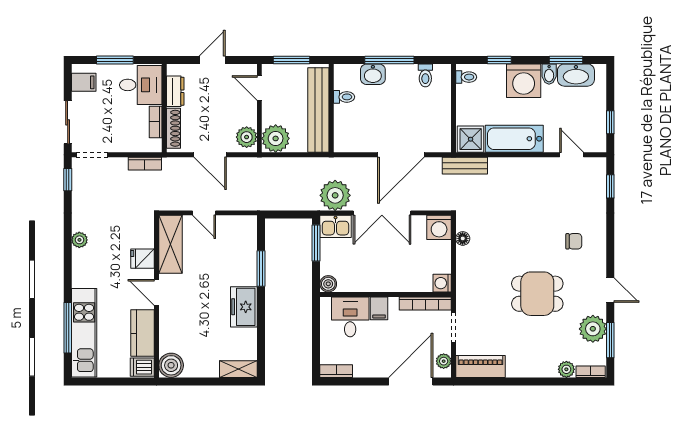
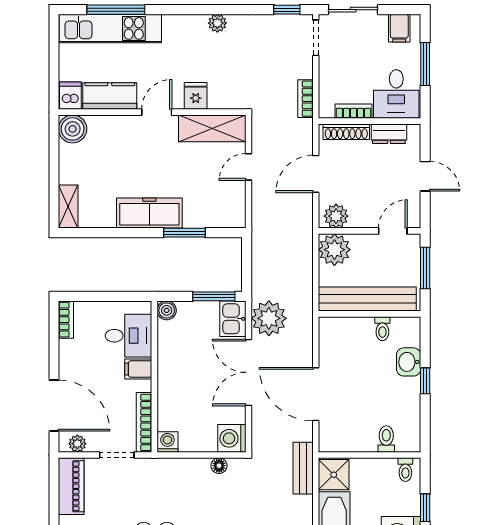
window: (389, 60) -> (425, 381), width x0.46
toilet: (425, 75) -> (386, 439), moved, turned 90
freezer: (244, 307) -> (149, 213), width x1.40

